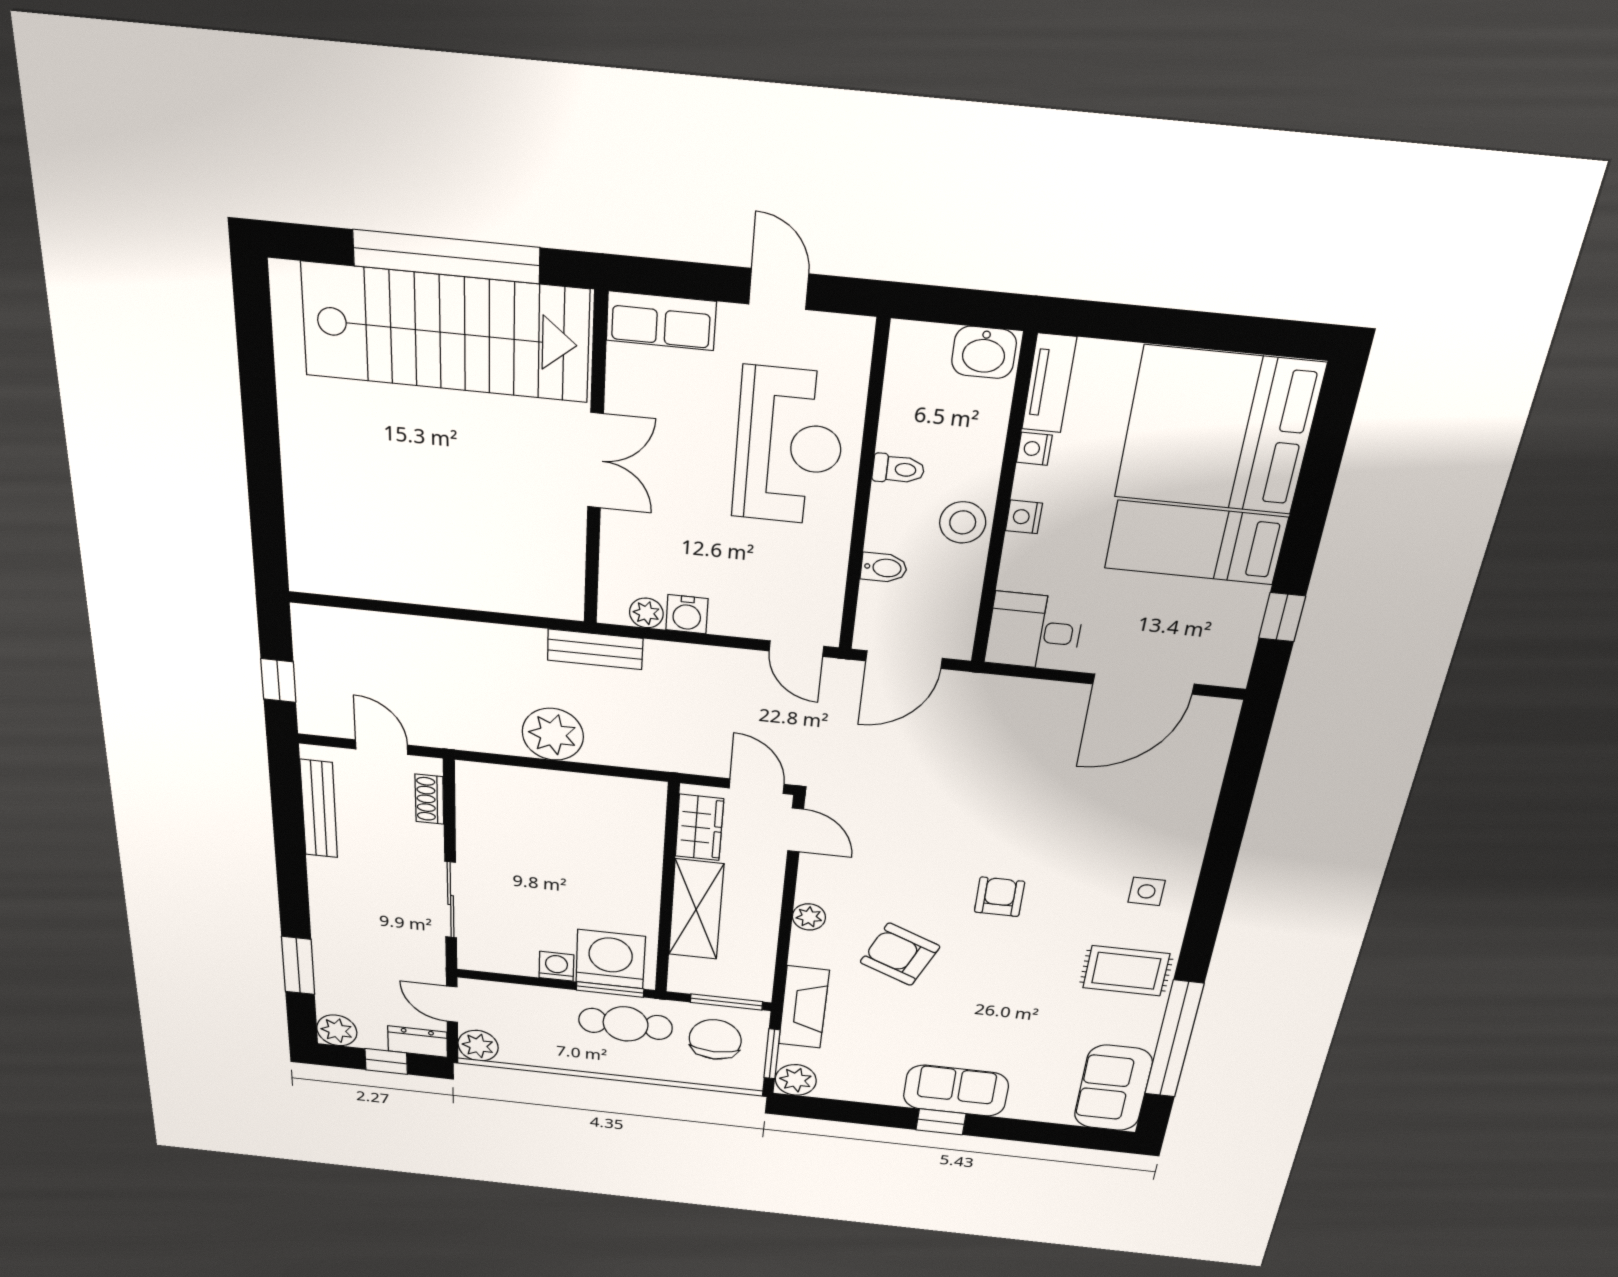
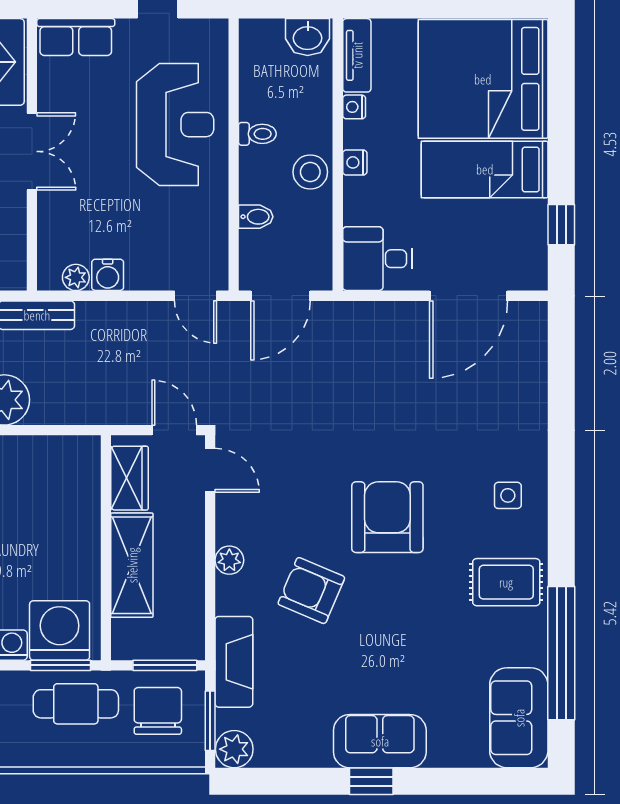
armchair: (999, 897) -> (387, 517), width x1.88, depth x1.88

